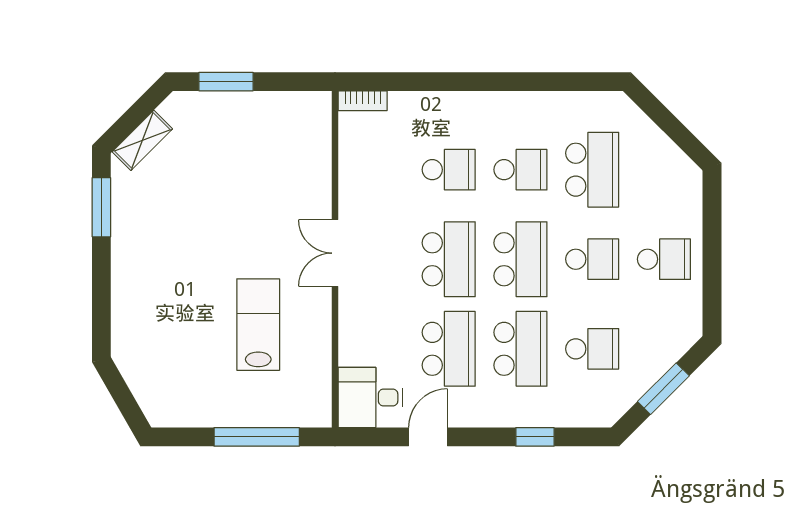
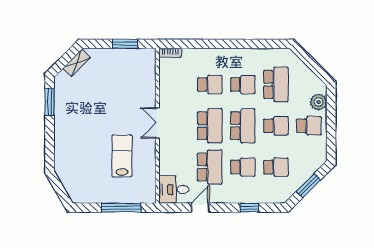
window: (226, 82) -> (125, 44), moved
shelving: (142, 140) -> (77, 63), moved
plant: (685, 208) -> (319, 102), added
school desk: (520, 349) -> (243, 167), width x0.54

